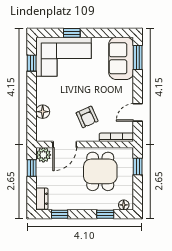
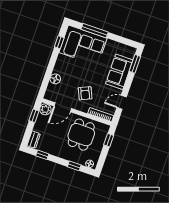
window: (72, 33) -> (95, 31), width x2.17
sofa: (121, 58) -> (119, 72), moved

